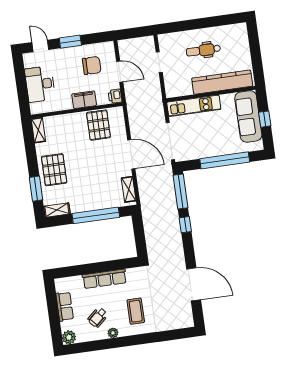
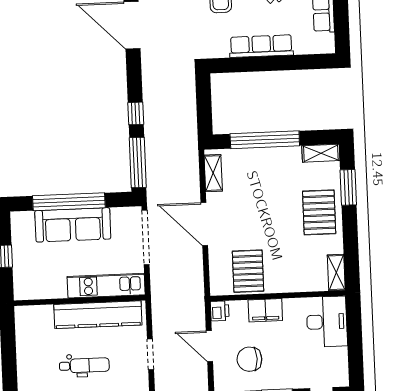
kitchen counter: (222, 82) -> (98, 315), moved
desk: (40, 84) -> (327, 322), moved
sofa: (248, 116) -> (73, 225), moved, turned 90

